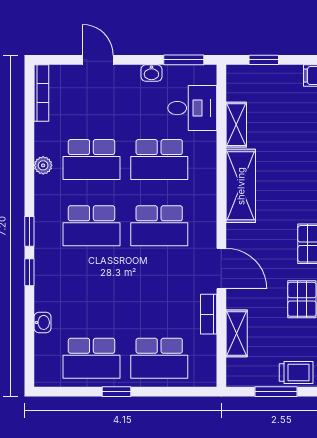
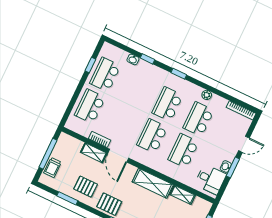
window: (184, 60) -> (233, 167), moved
desk: (192, 108) -> (210, 179), moved, turned -90
door: (221, 268) -> (118, 156), hinge flipped
window: (29, 272) -> (147, 59), moved
shelving: (237, 333) -> (94, 153), moved
window: (116, 392) -> (90, 65), moved
window: (276, 392) -> (48, 154), width x1.44

